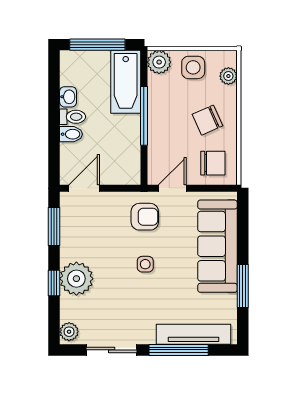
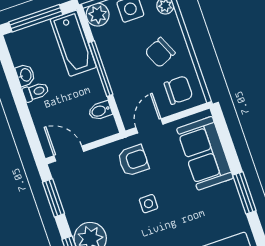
bidet: (71, 134) -> (100, 111), moved, turned 180
door: (84, 188) -> (69, 154), hinge flipped
sofa: (217, 246) -> (205, 153), width x0.73

